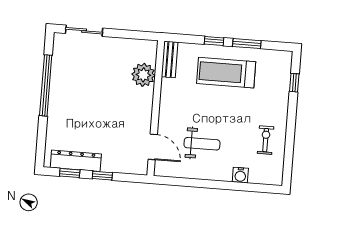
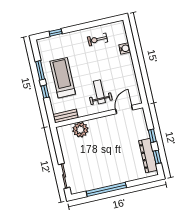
treadmill: (226, 73) -> (63, 78), turned 180
weight bench: (202, 144) -> (99, 92), moved

